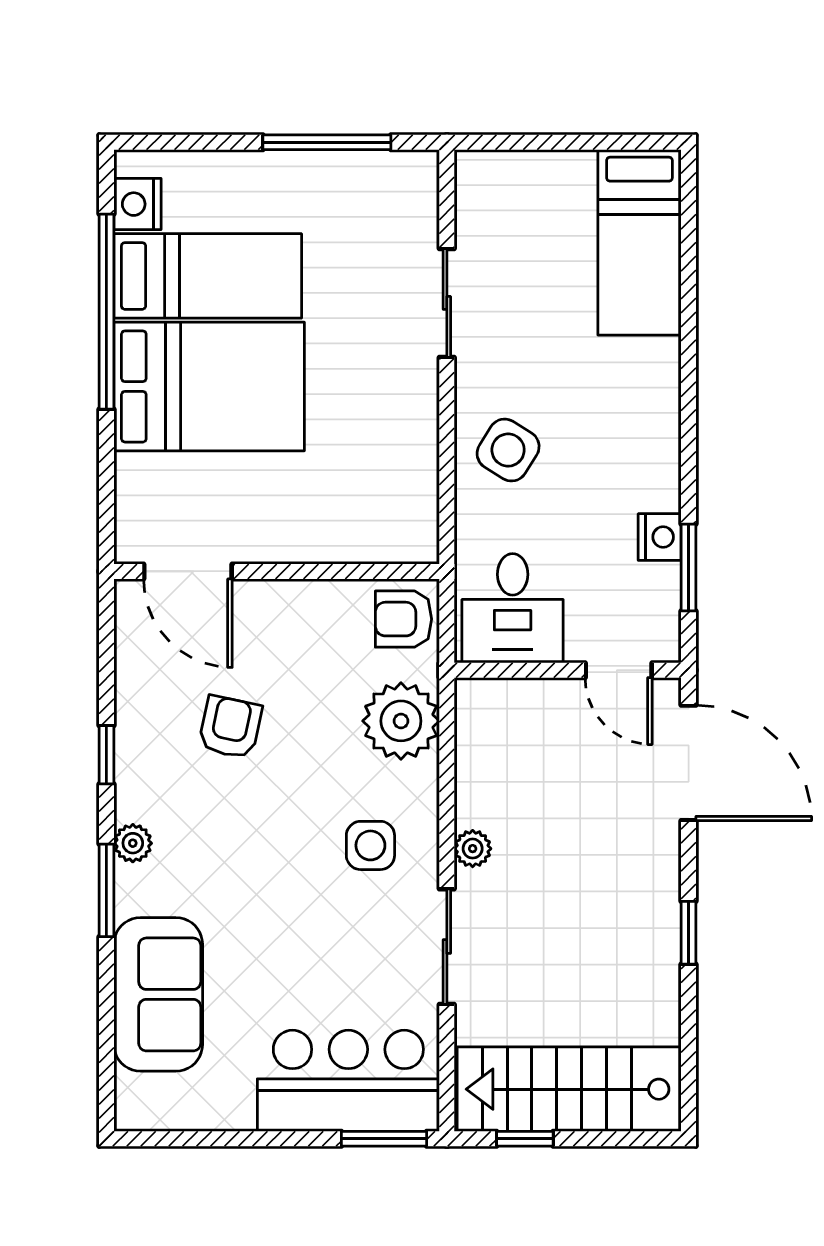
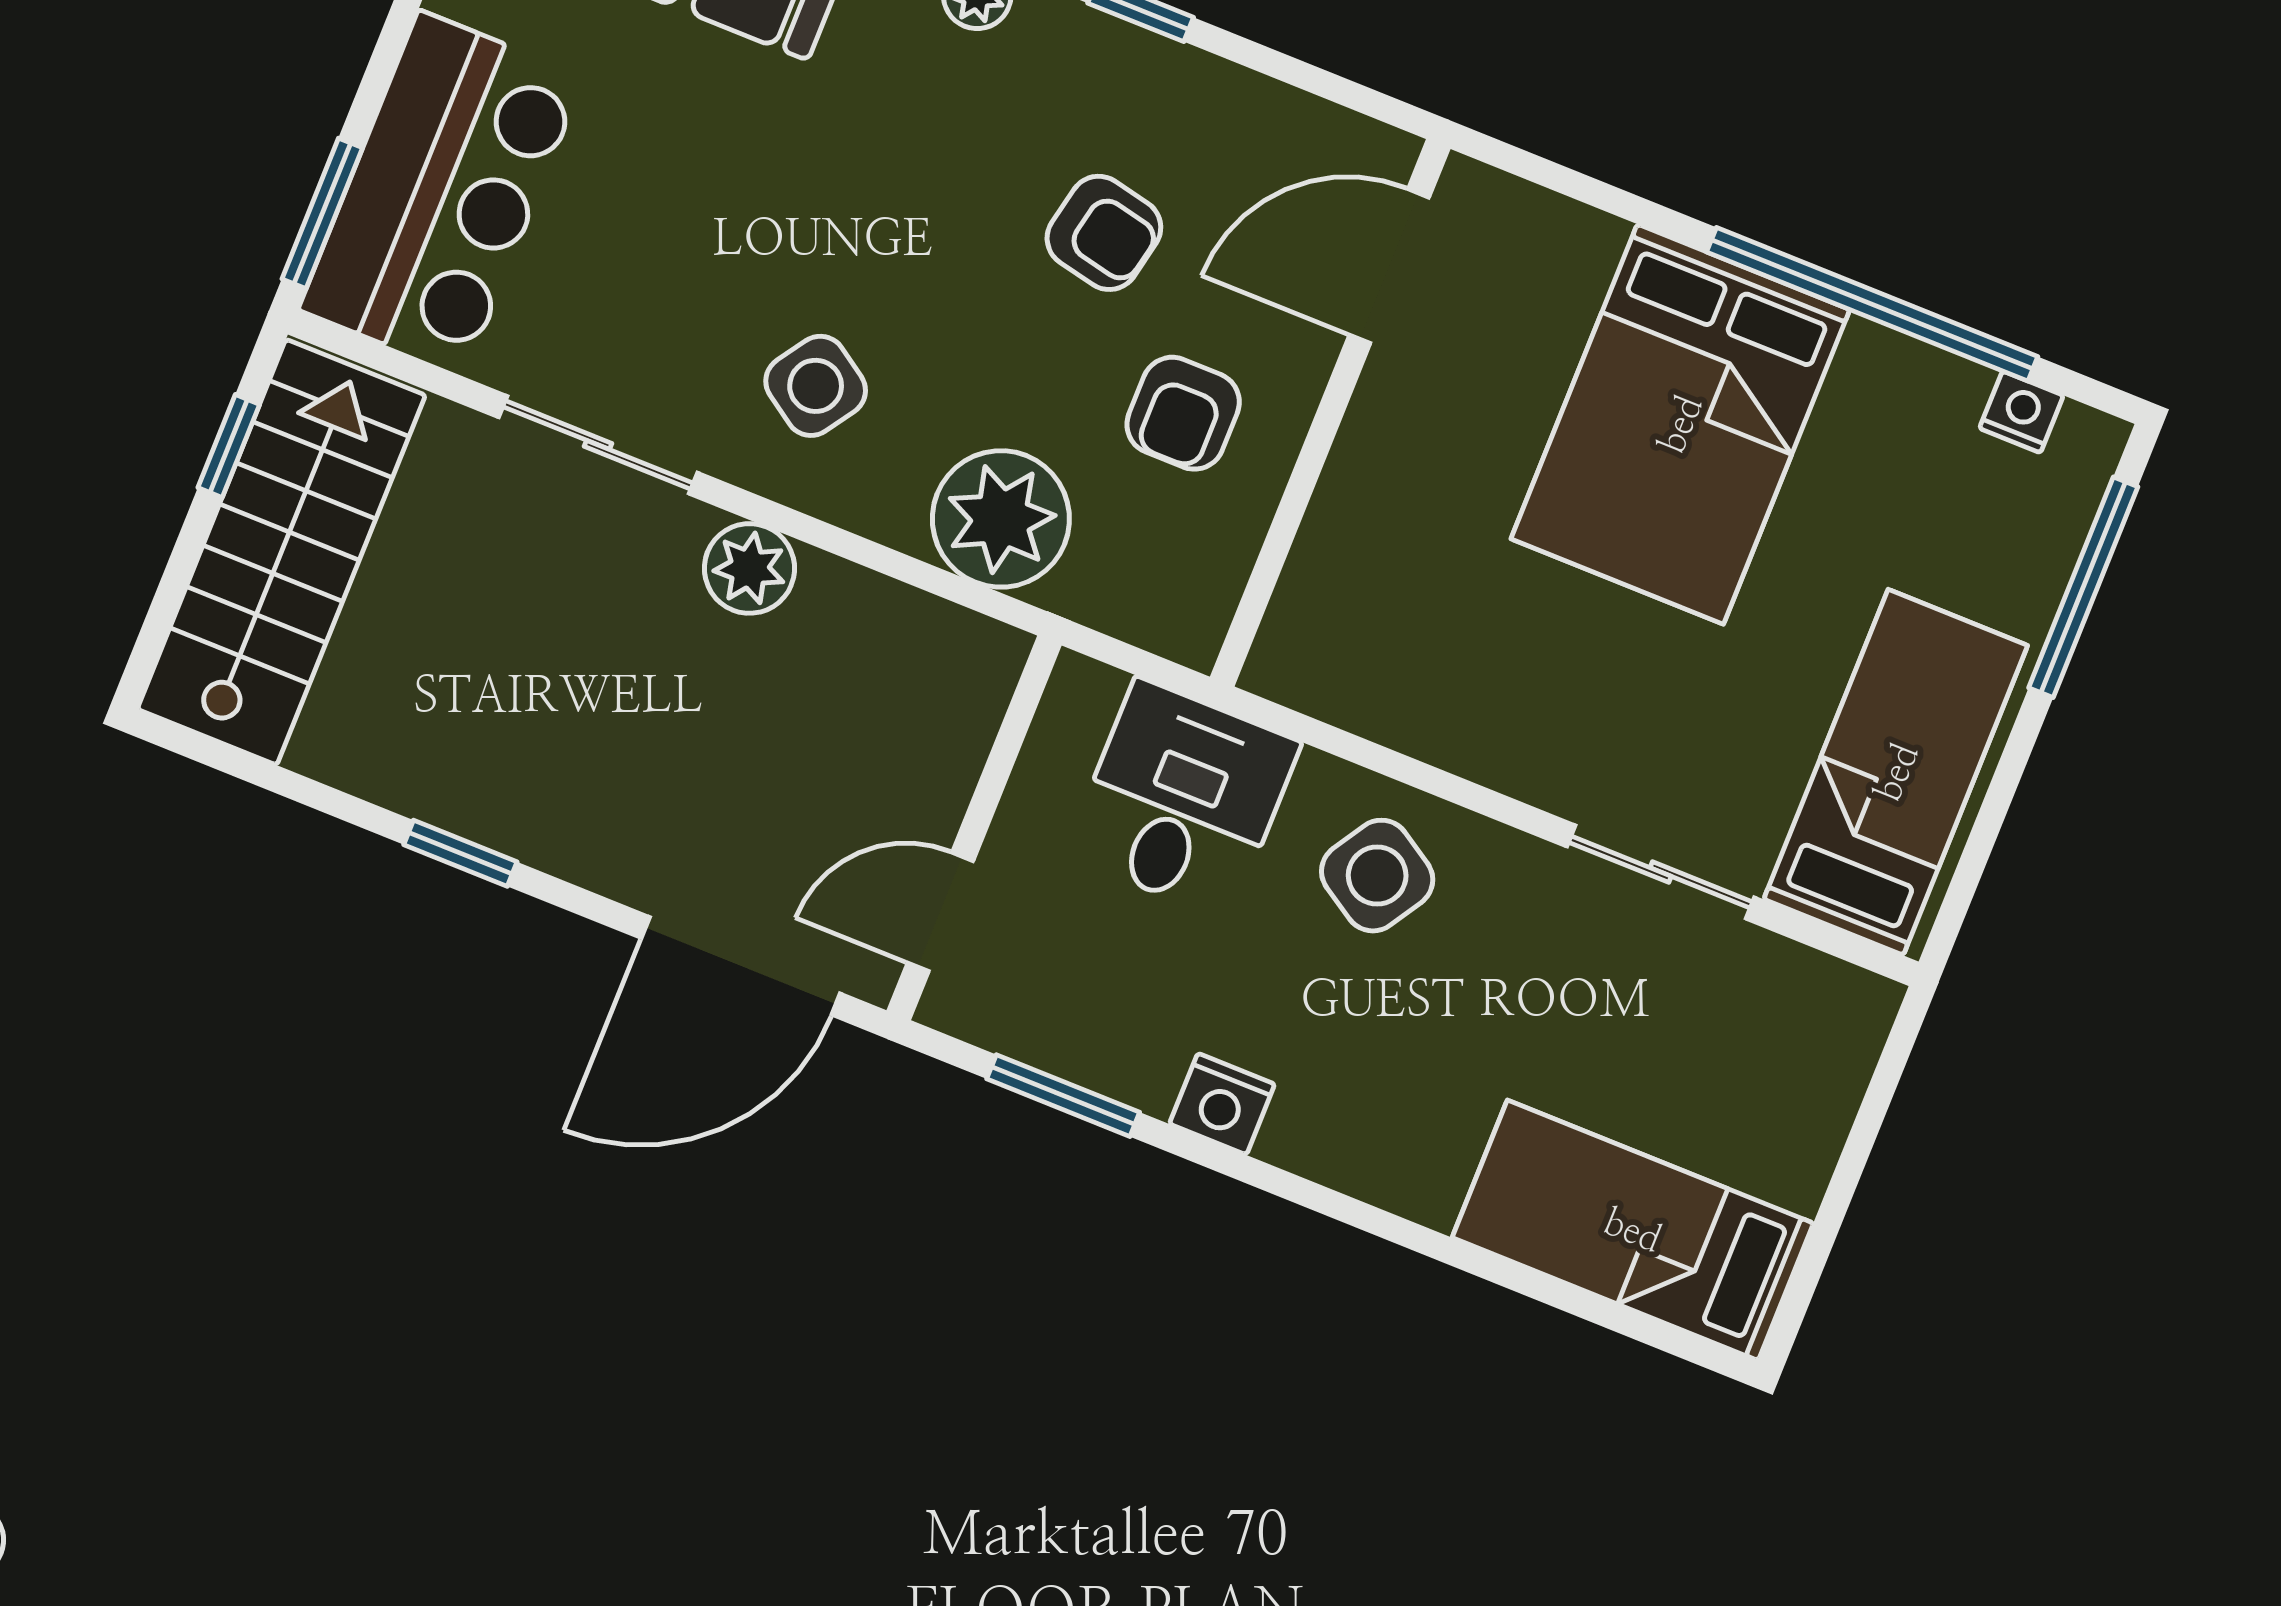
window: (327, 142) -> (2083, 587), moved
nightstand: (137, 204) -> (2021, 412), width x0.72, depth x0.74
bed: (208, 276) -> (1896, 772), moved, turned 180
nightstand: (660, 537) -> (1222, 1104), moved
desk: (513, 608) -> (1183, 799), moved, turned 90
armchair: (403, 619) -> (1183, 413), moved, turned 180
side table: (370, 845) -> (816, 386), turned 34
plant: (473, 849) -> (749, 568), width x1.38, depth x1.38

